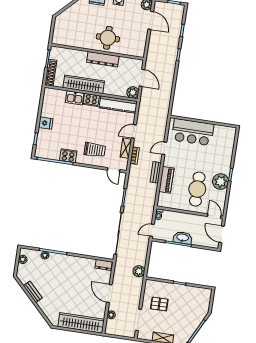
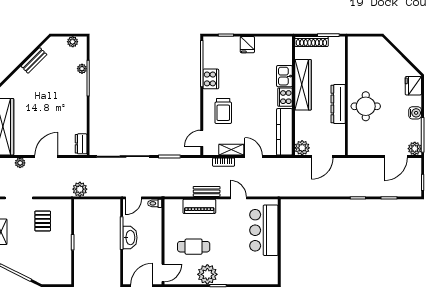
cafe table: (197, 189) -> (194, 247), width x0.73, depth x0.74
door: (152, 230) -> (133, 198), swing flipped

